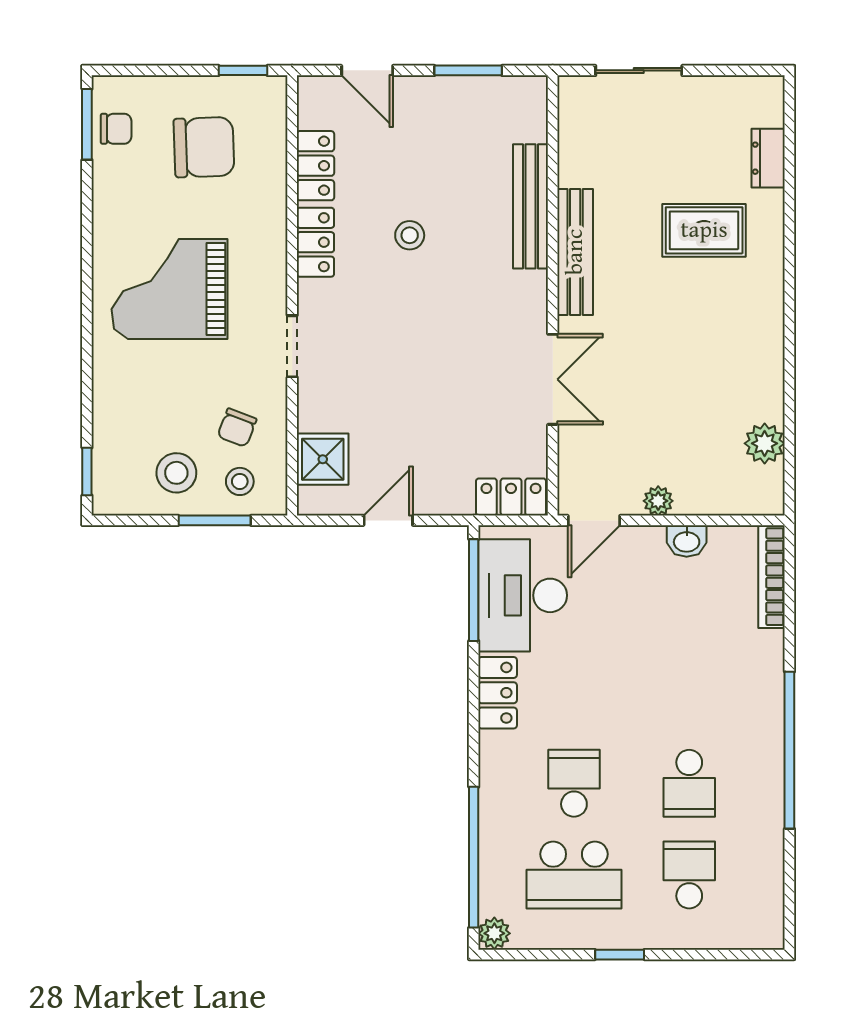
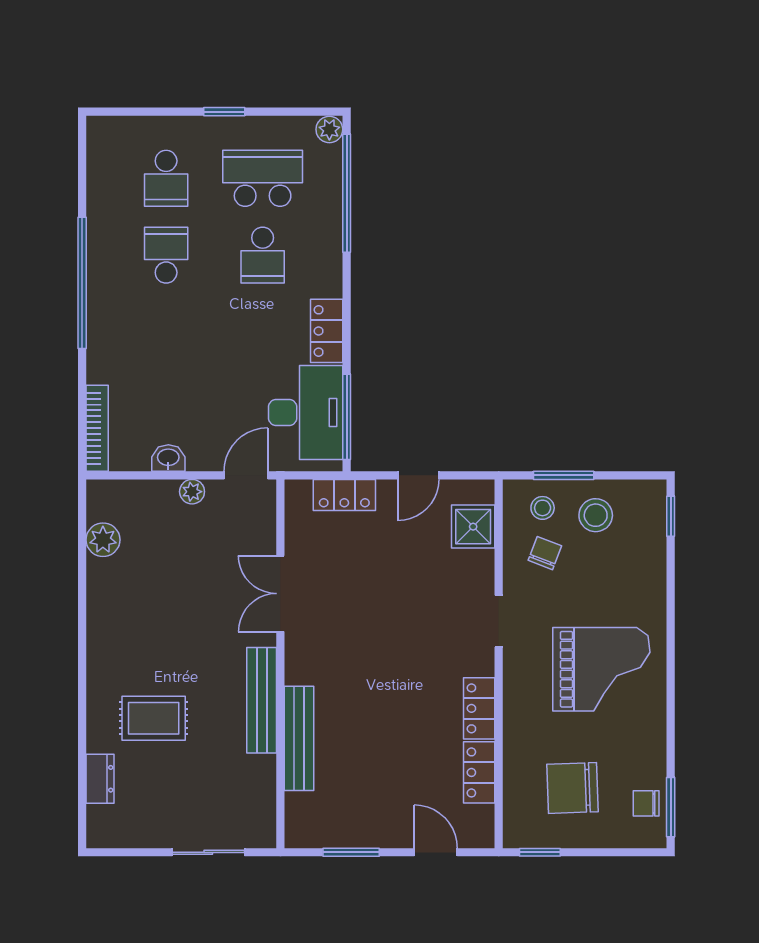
stool: (410, 235) -> (400, 714), removed
locker: (511, 497) -> (344, 495), moved

